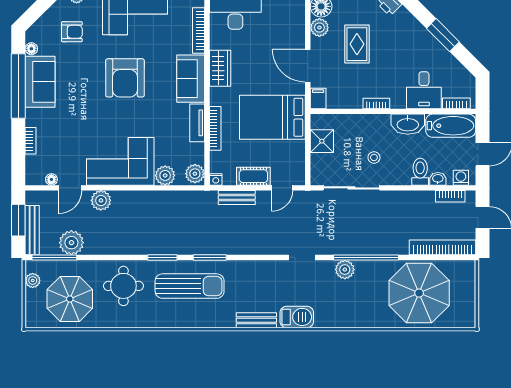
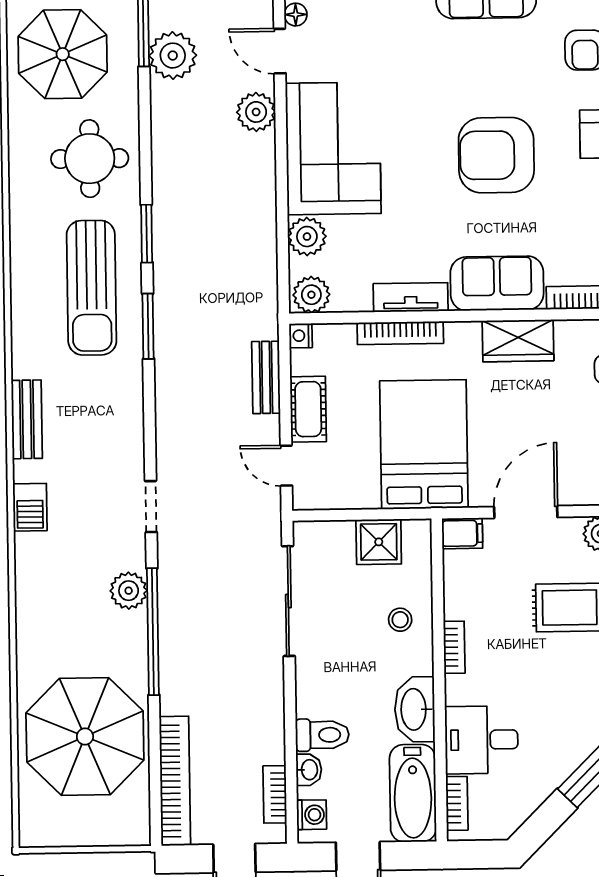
stool: (374, 157) -> (400, 620), moved
barbecue: (297, 317) -> (30, 507), width x0.73, depth x0.79

